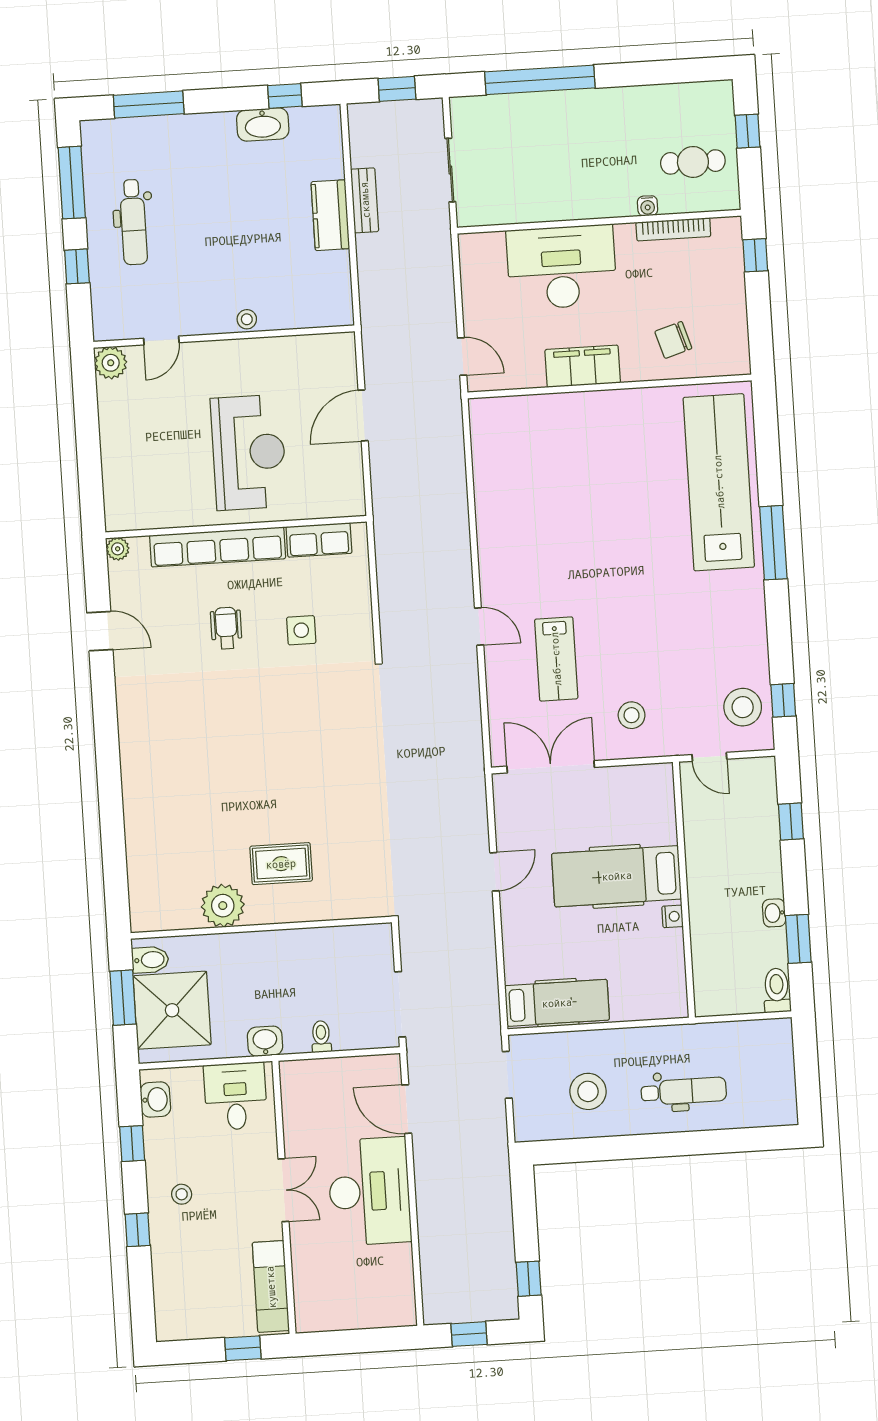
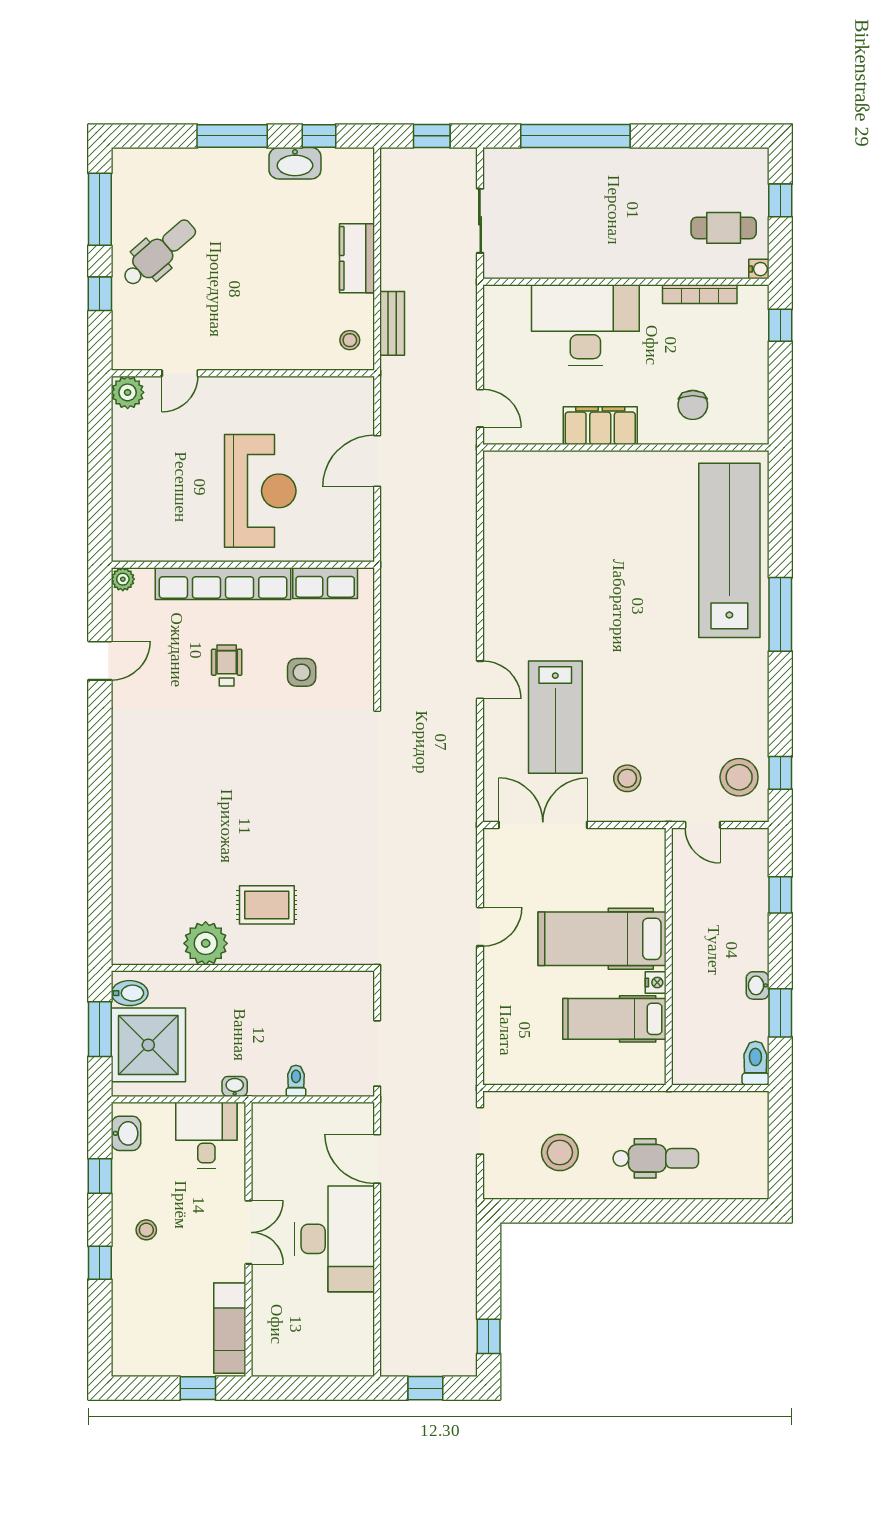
window: (149, 104) -> (232, 136), moved
bench: (365, 200) -> (392, 323), moved
water cooler: (648, 206) -> (759, 269), moved, turned -90
dental chair: (133, 222) -> (159, 253), turned -131
stool: (247, 319) -> (350, 340), moved
chair: (673, 340) -> (693, 405), turned -73
door: (100, 631) -> (100, 661), hinge flipped
lab bench: (556, 659) -> (555, 717), width x1.36, depth x1.39
hospital bed: (557, 1003) -> (614, 1019), moved, turned 180
washbasin: (265, 1041) -> (235, 1086), width x0.72, depth x0.69

